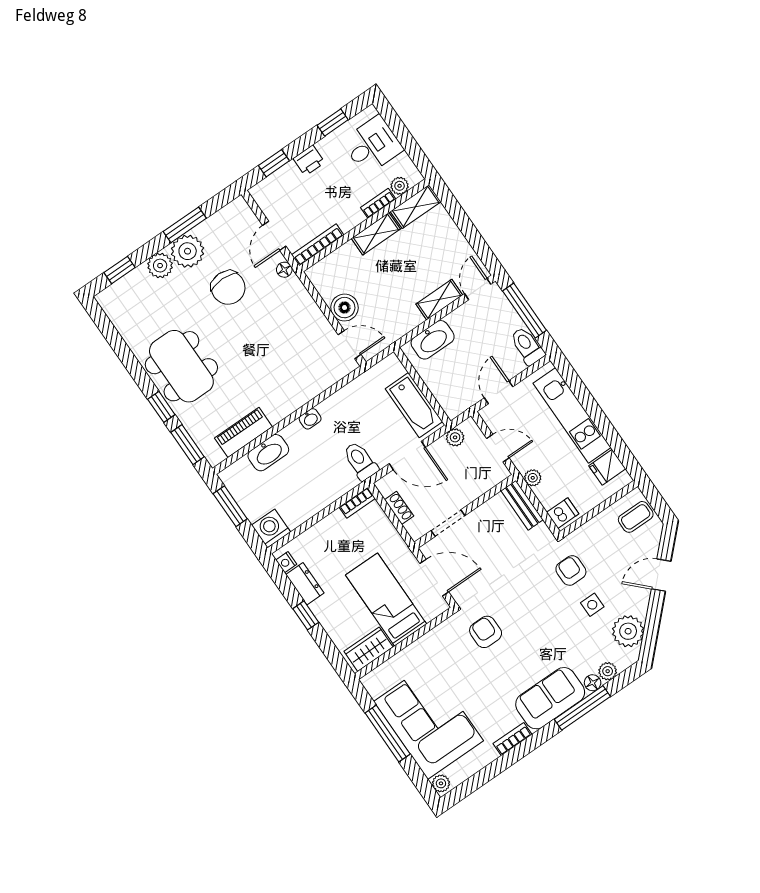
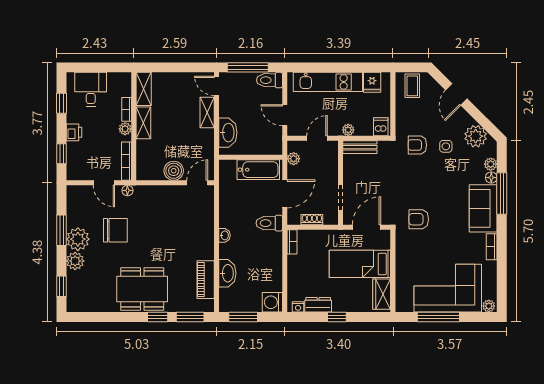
plant: (400, 186) -> (125, 129), moved

